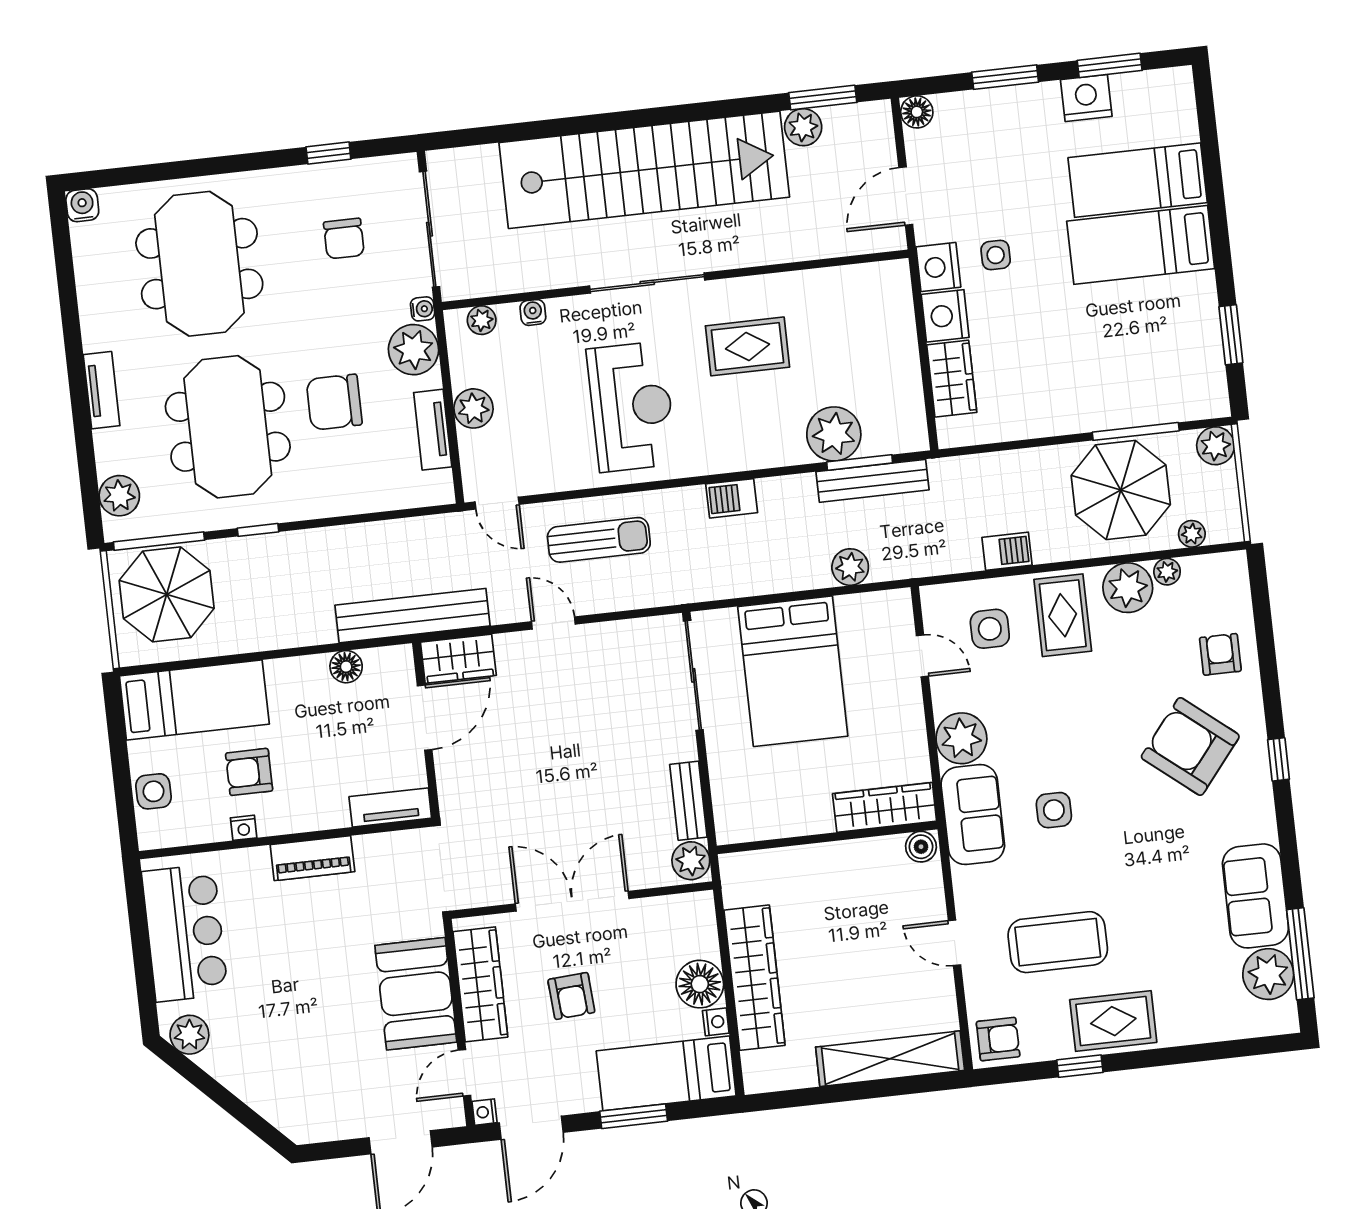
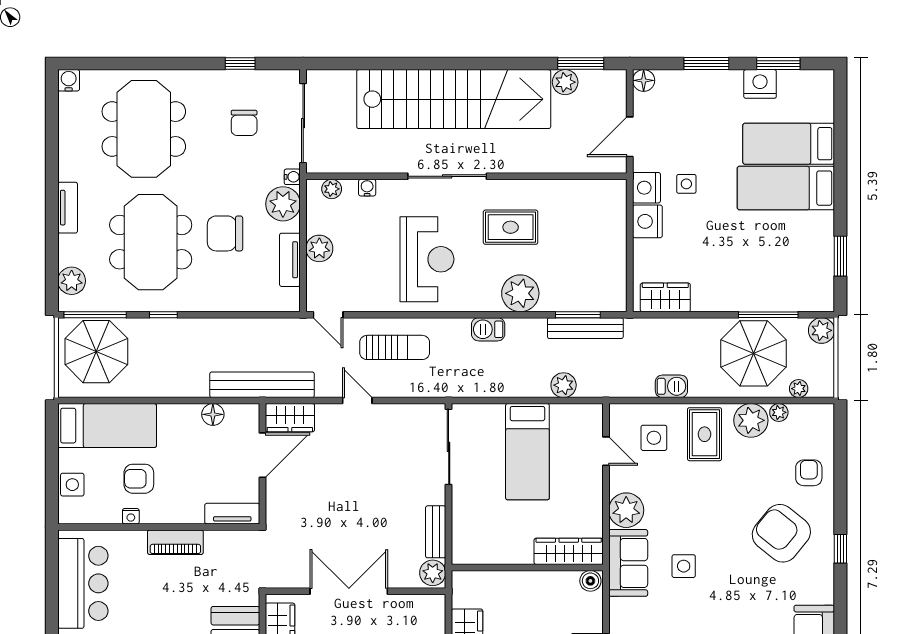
wardrobe: (952, 379) -> (665, 297), moved, turned -90
plant: (834, 434) -> (520, 293), moved
bed: (793, 671) -> (527, 452), width x0.67

